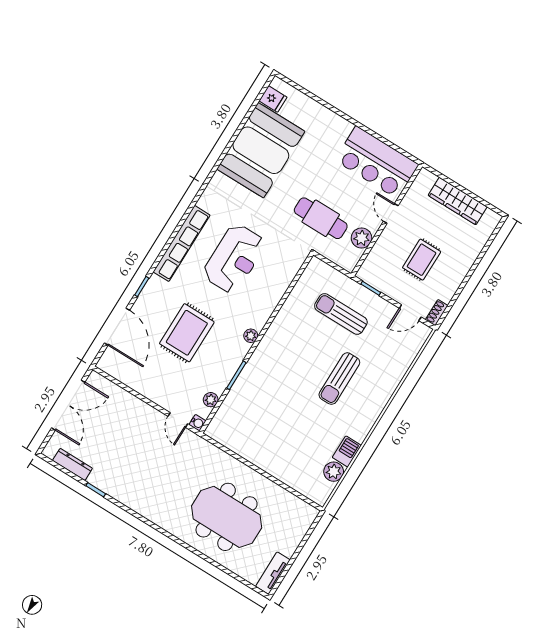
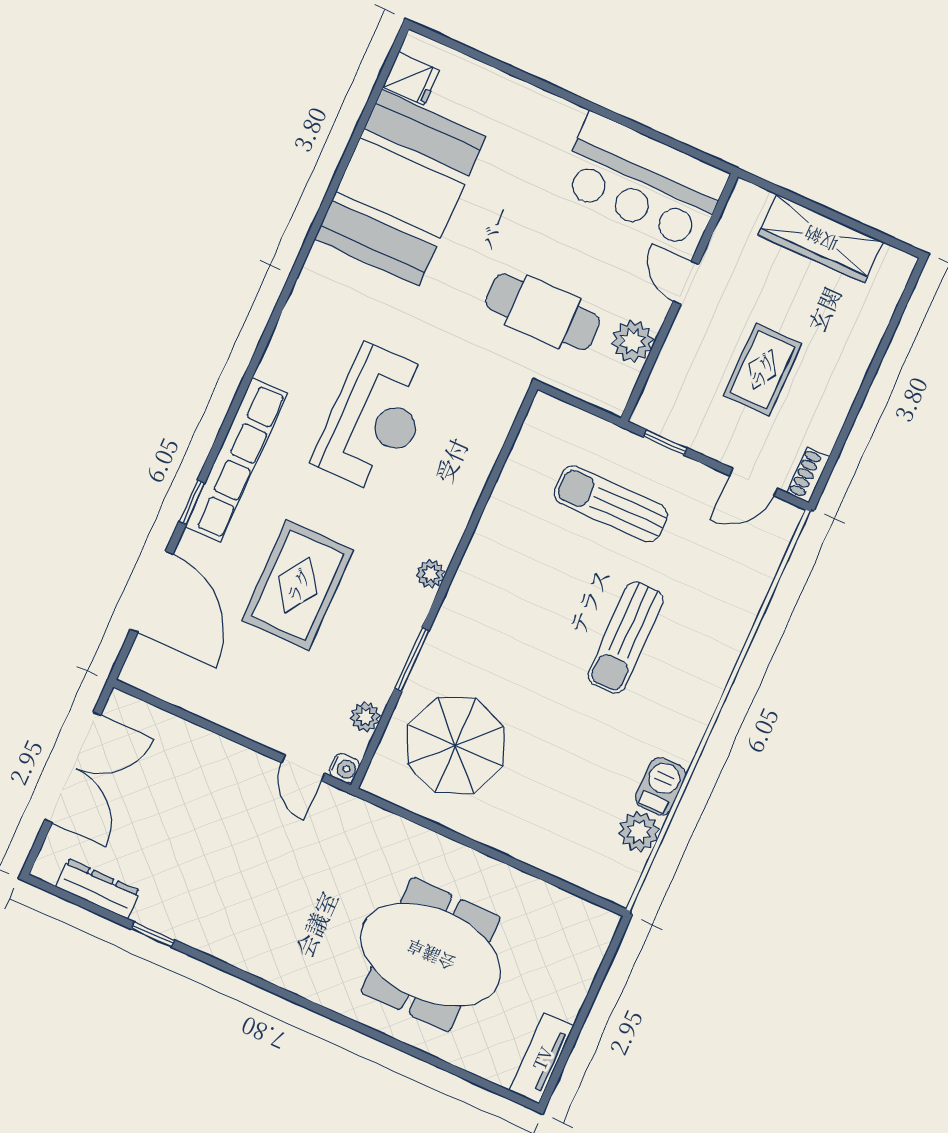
row of seats: (182, 243) -> (236, 460), moved
parasol: (252, 419) -> (455, 745), added

